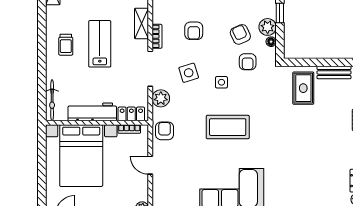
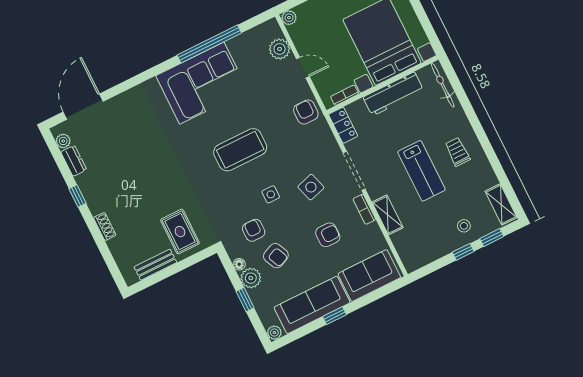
armchair: (194, 31) -> (328, 235), turned 90
plant: (161, 98) -> (280, 49), moved
locker: (131, 114) -> (343, 125), moved, turned -90
armchair: (165, 131) -> (306, 112), turned 180

